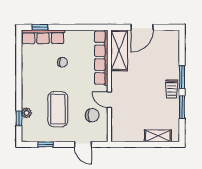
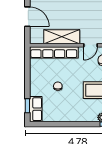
row of seats: (43, 37) -> (36, 109), width x0.68
shelving: (119, 50) -> (62, 37), moved

